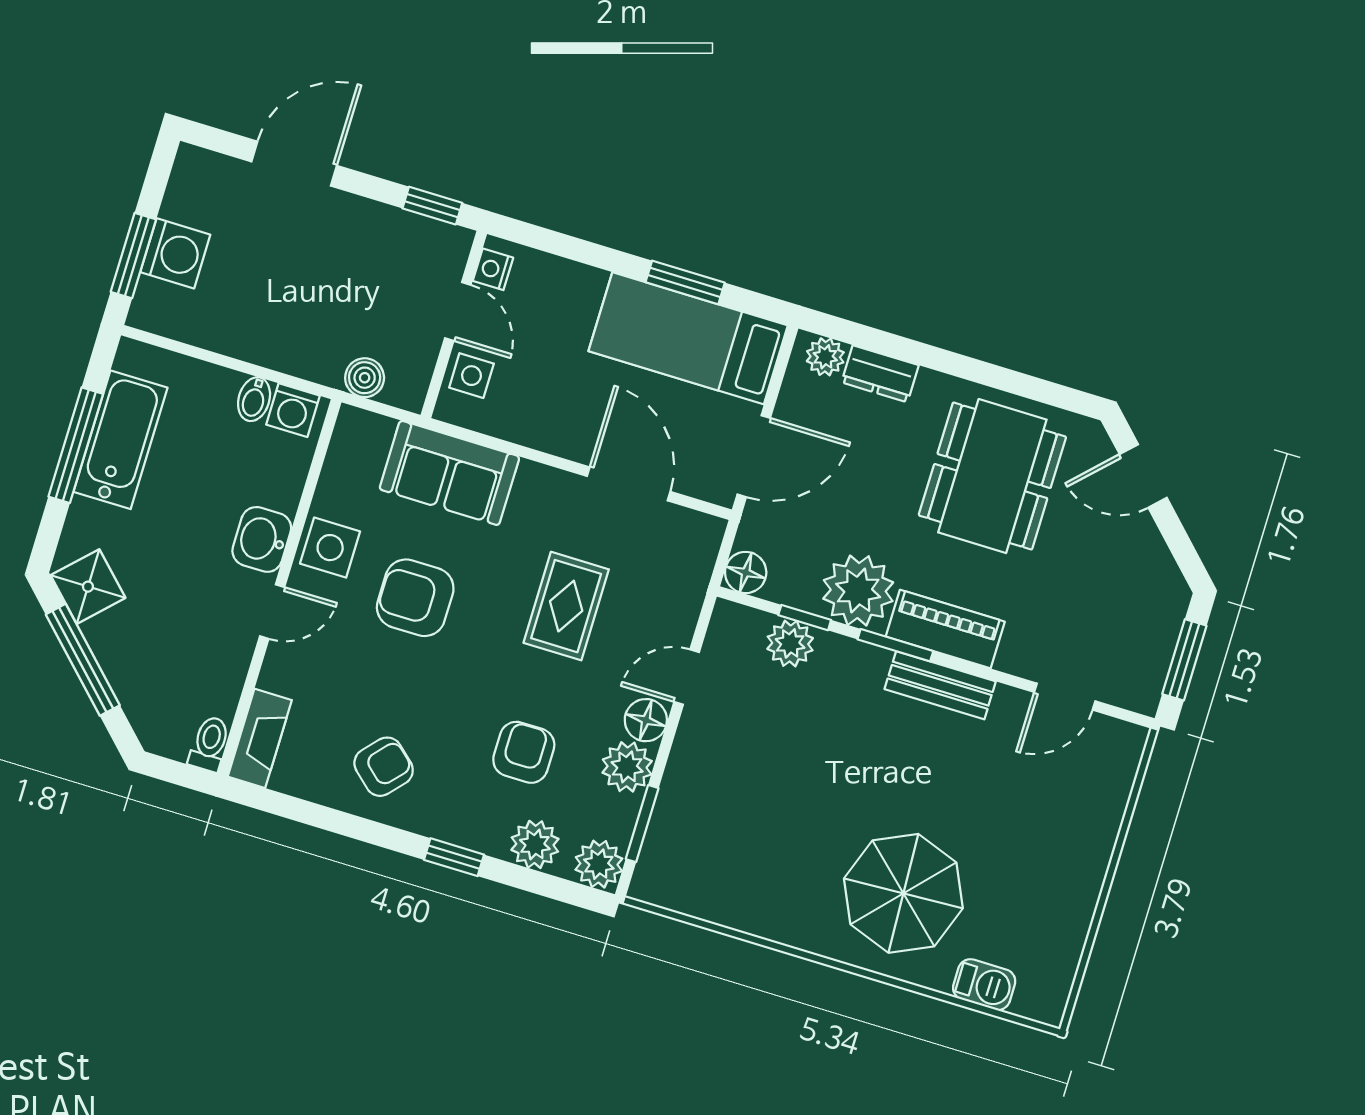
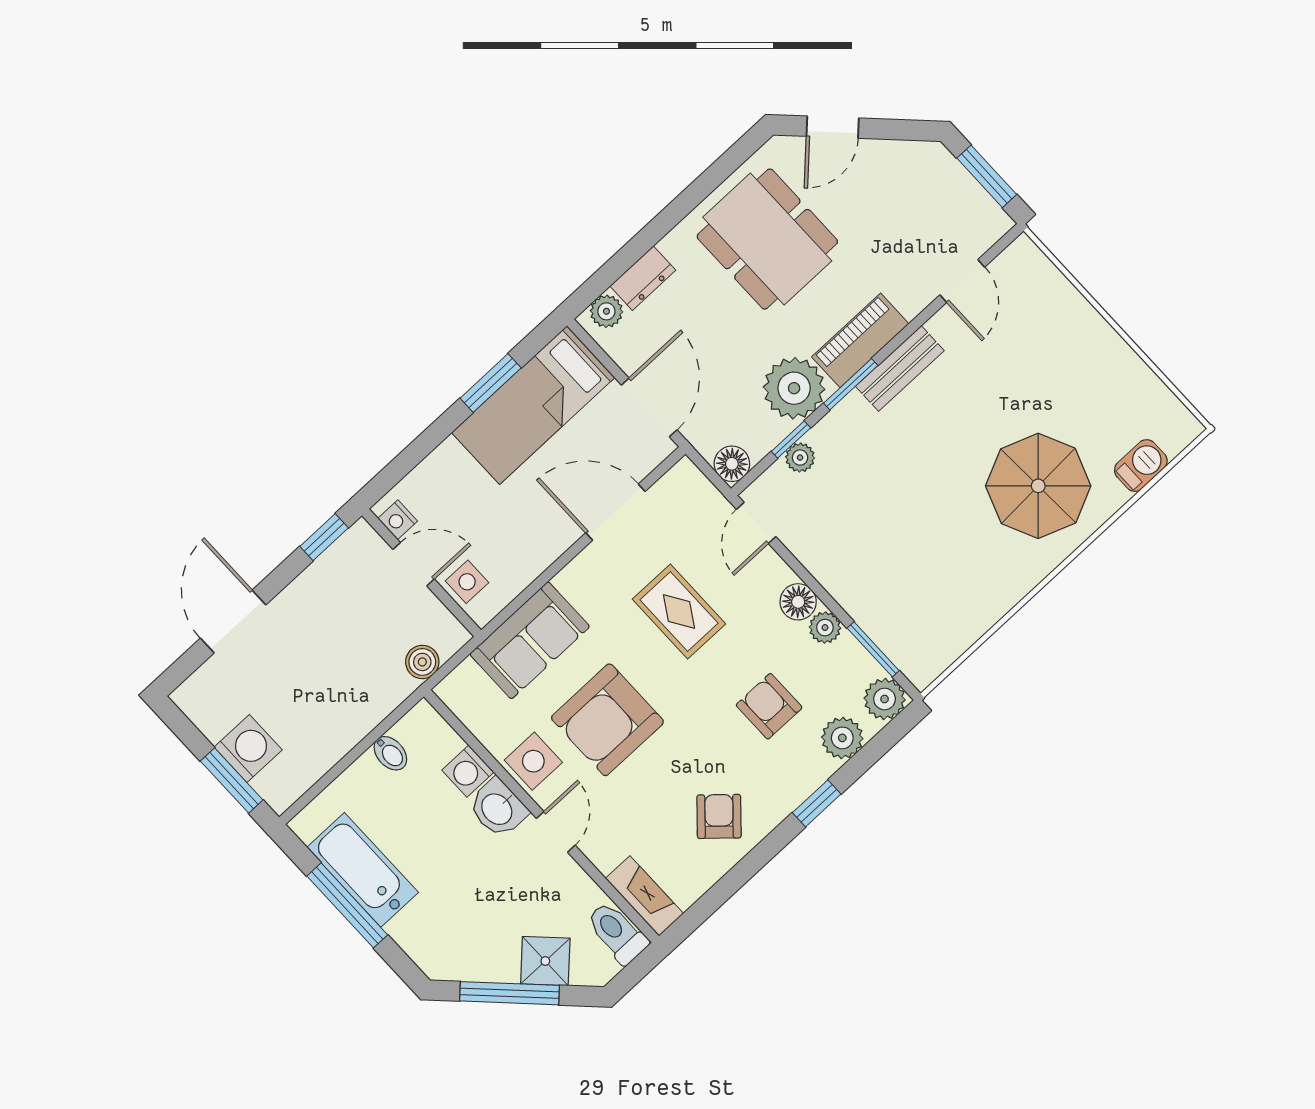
washing machine: (293, 410) -> (468, 771), moved, turned 90
shower: (88, 587) -> (545, 961), moved
armchair: (415, 598) -> (607, 720), width x1.36, depth x1.36
plant: (790, 643) -> (800, 458), width x0.73, depth x0.73
door: (687, 677) -> (756, 523), moved
toilet: (210, 744) -> (617, 933), width x1.37, depth x1.39
plant: (627, 767) -> (825, 628), width x0.73, depth x0.73

